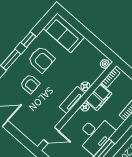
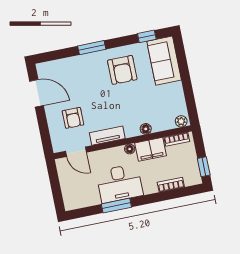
window: (28, 40) -> (147, 36), moved
armchair: (30, 84) -> (73, 118), moved
tv unit: (72, 100) -> (107, 136), moved

